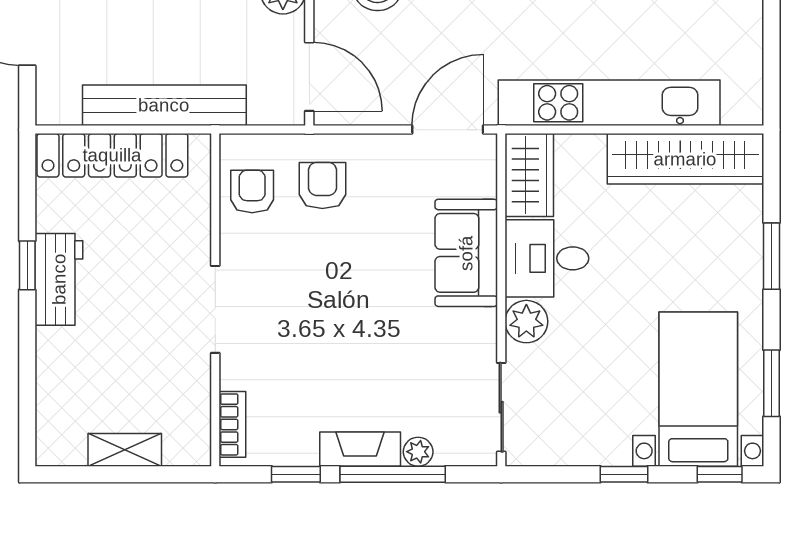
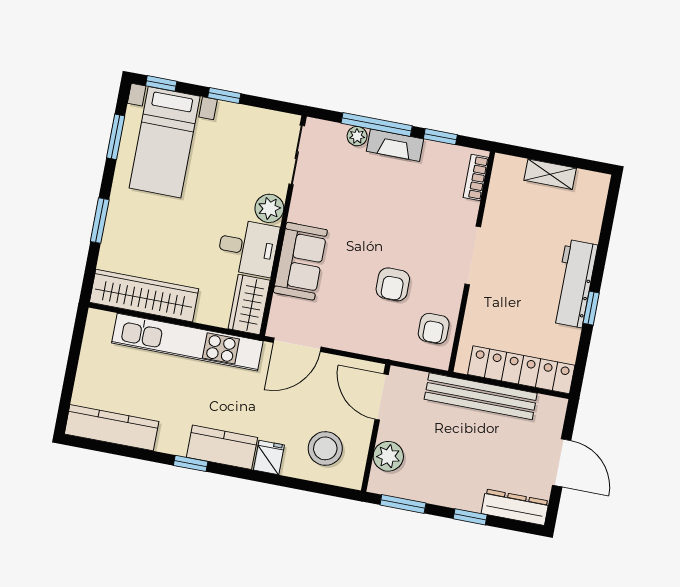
armchair: (322, 185) -> (393, 284), moved
workbench: (59, 279) -> (574, 284), width x1.38

